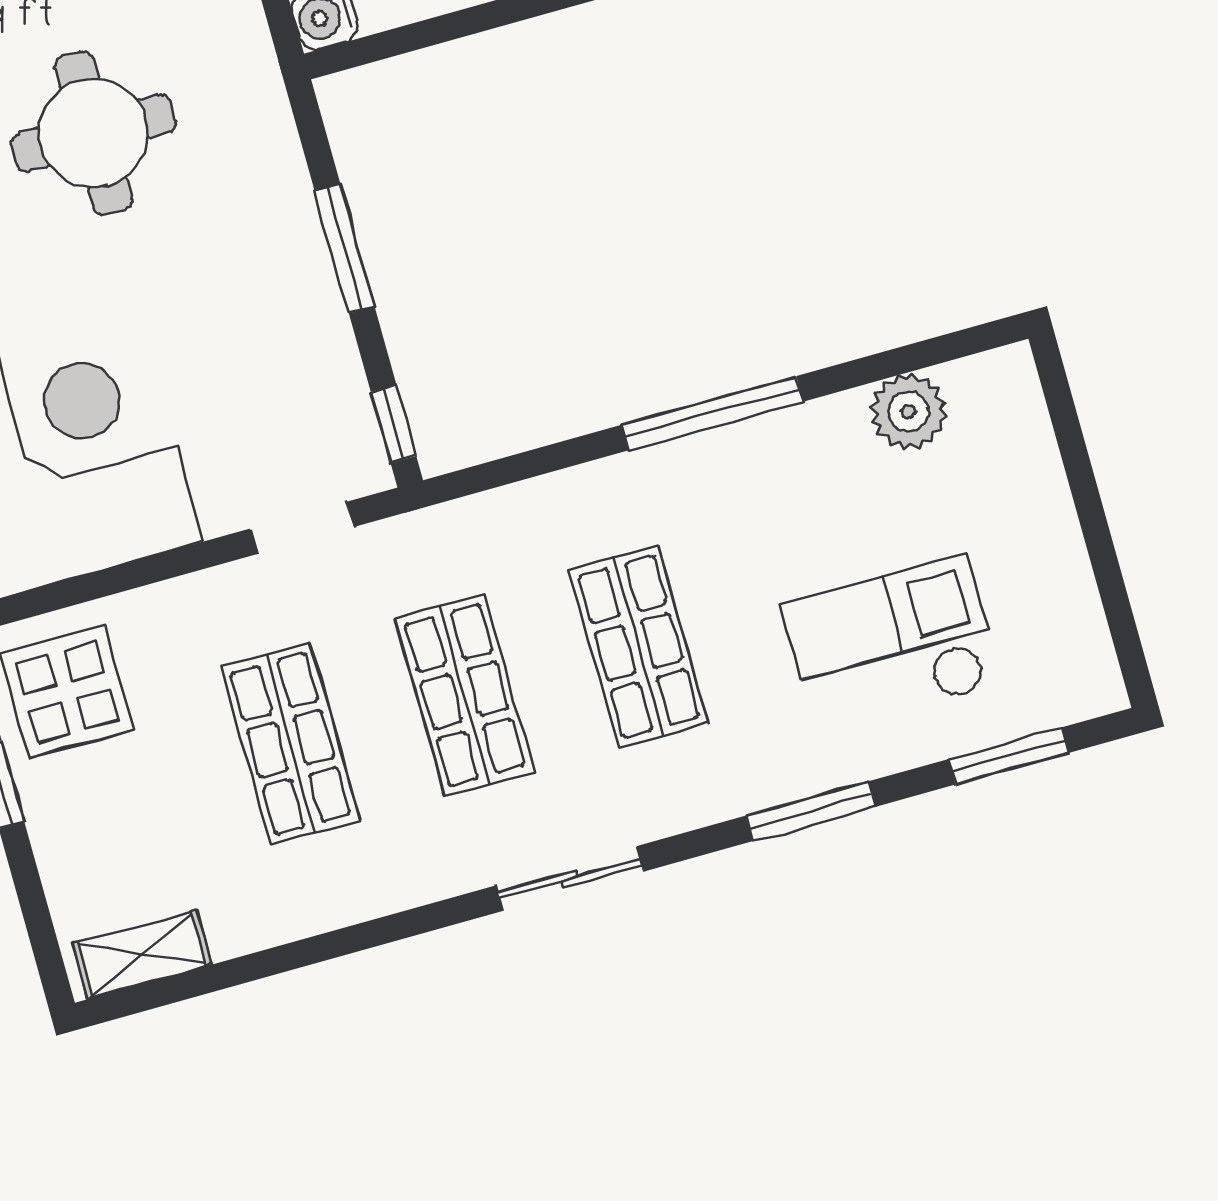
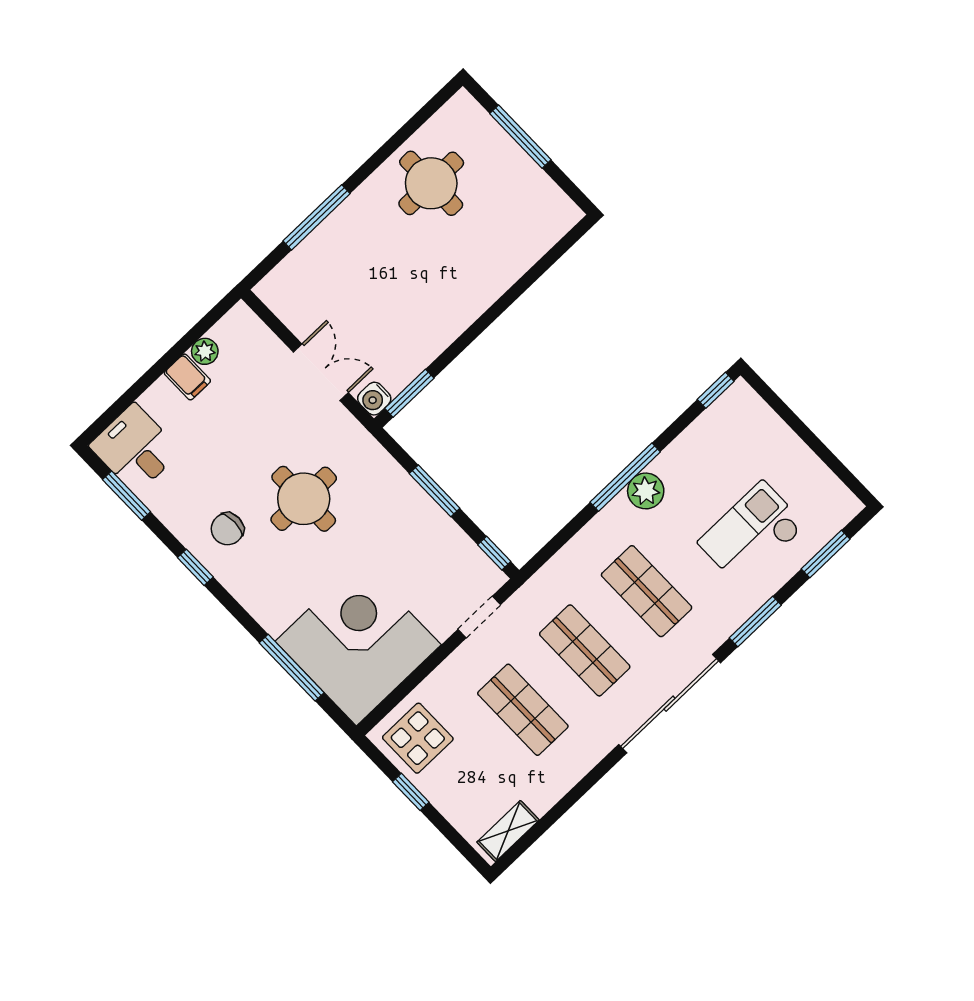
window: (395, 42) -> (409, 393), added
window: (967, 342) -> (716, 390), added
plant: (909, 412) -> (646, 491), moved
sliding door: (569, 879) -> (670, 704), width x1.86

